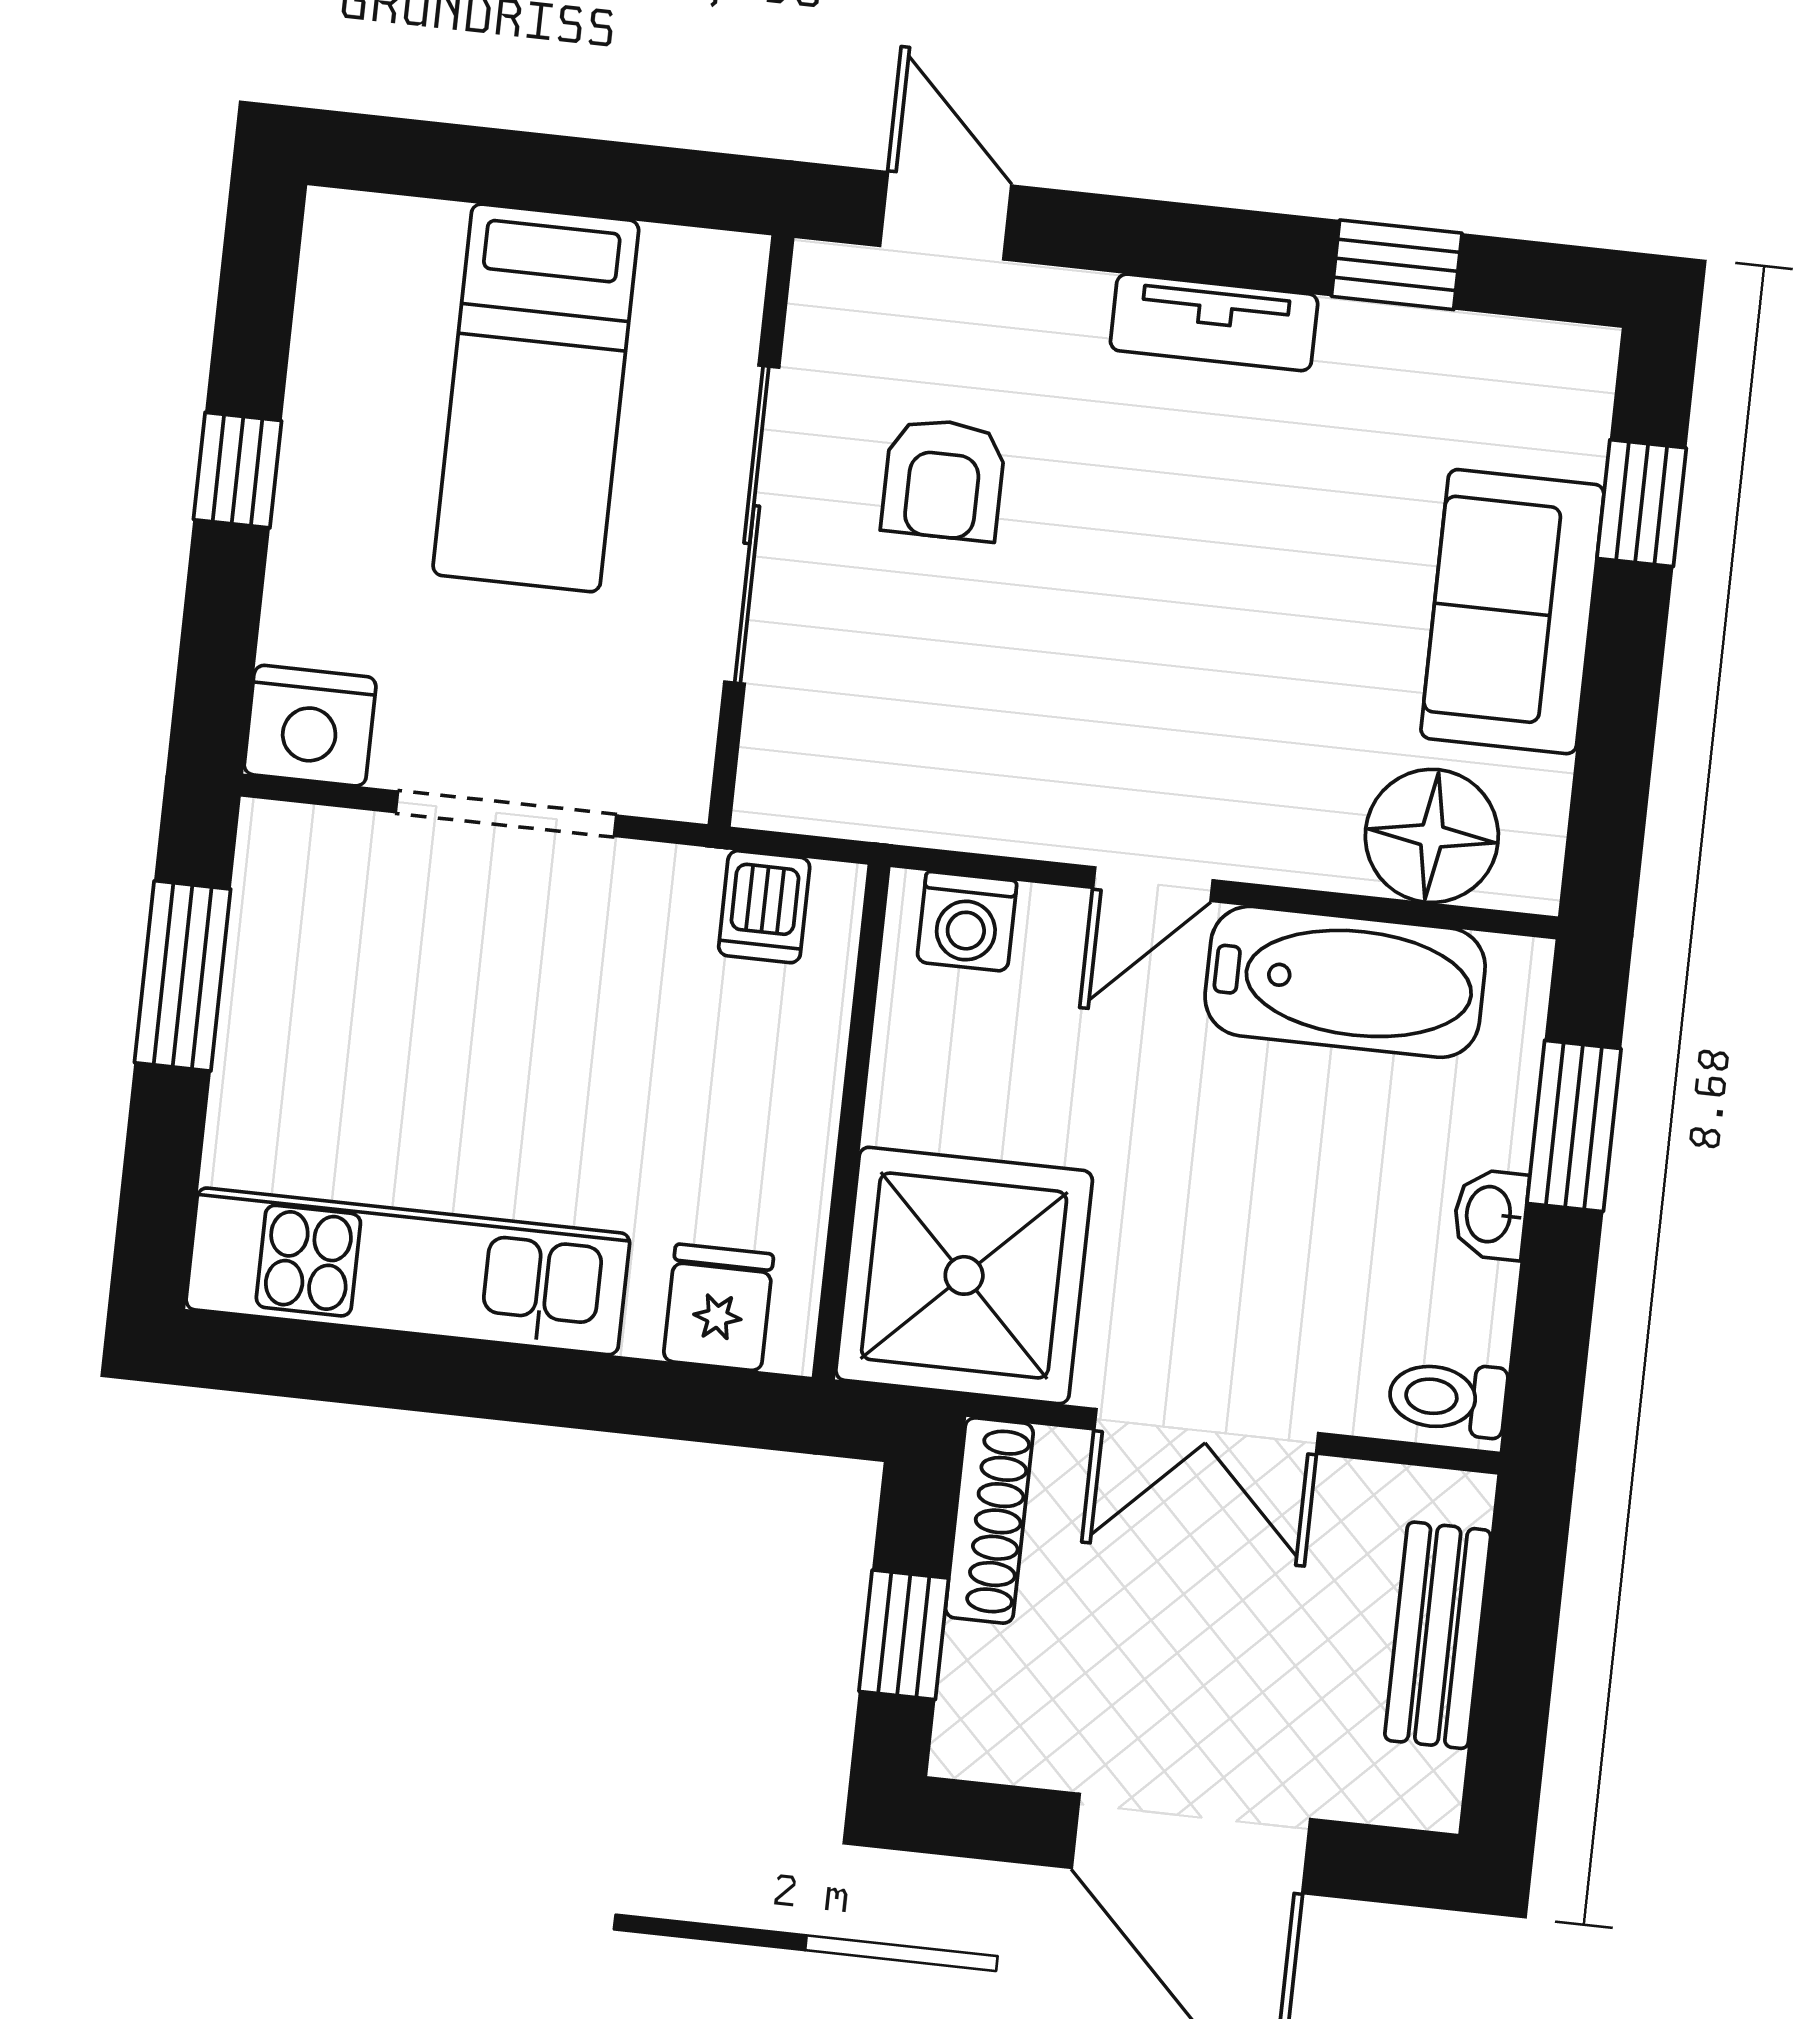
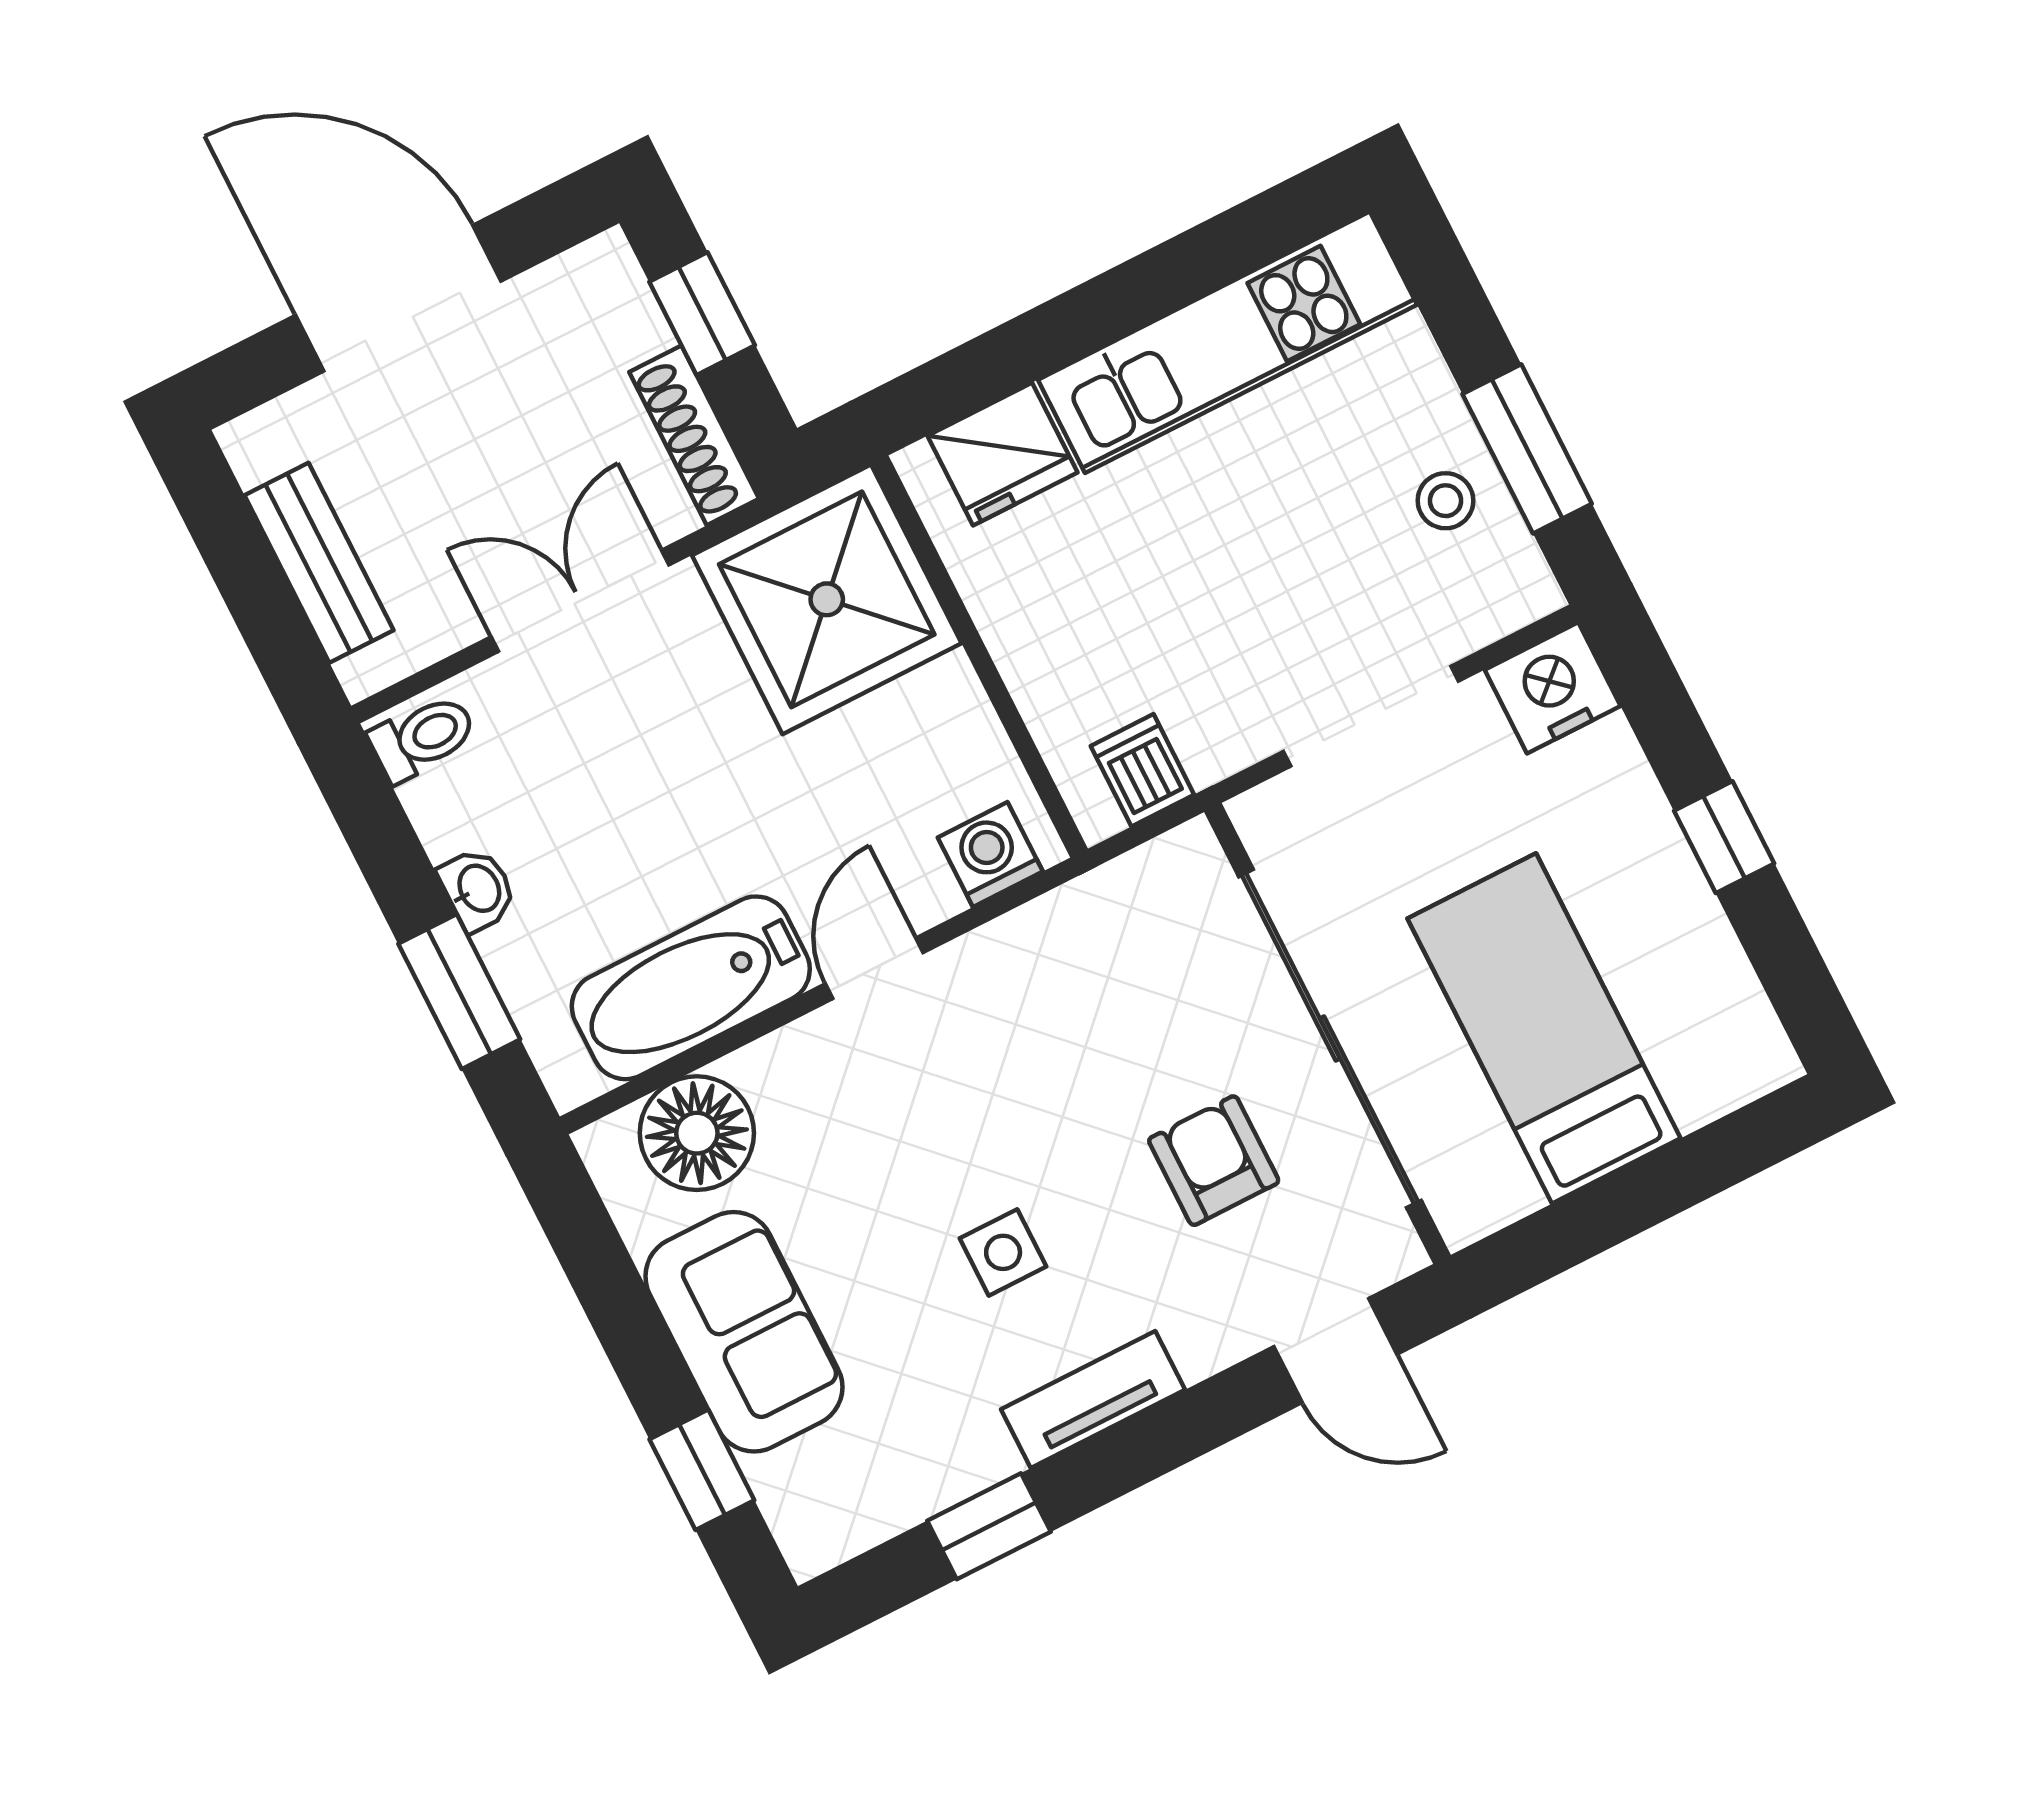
side table: (1208, 524) -> (1003, 1252), added
sliding door: (752, 525) -> (1330, 1038), width x1.36
stool: (296, 977) -> (1446, 501), added
fridge: (718, 1307) -> (1003, 454), width x1.38

